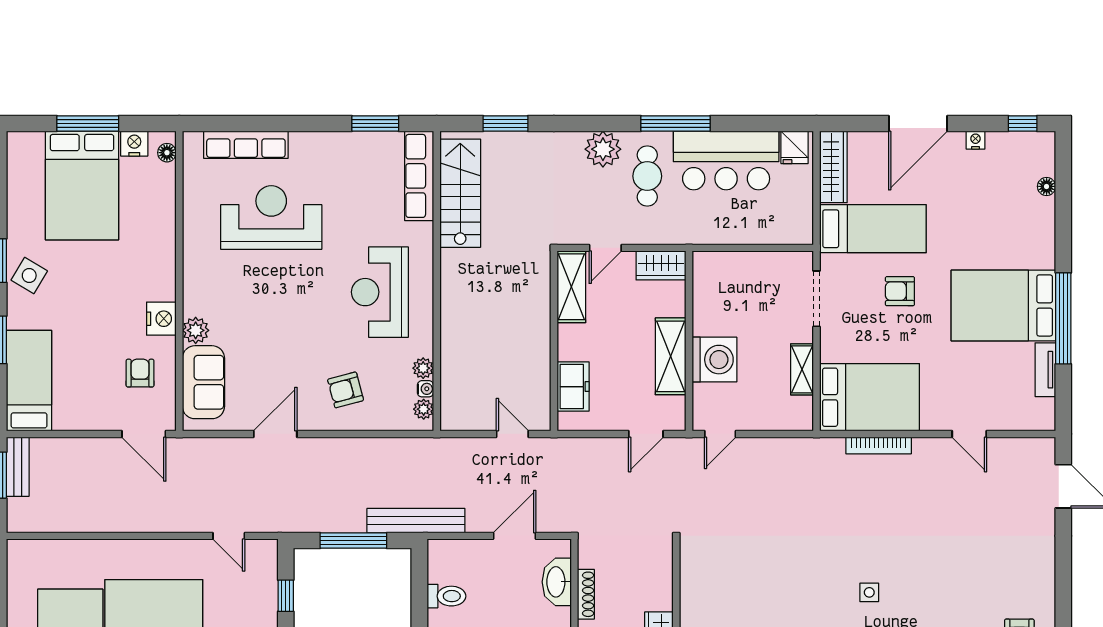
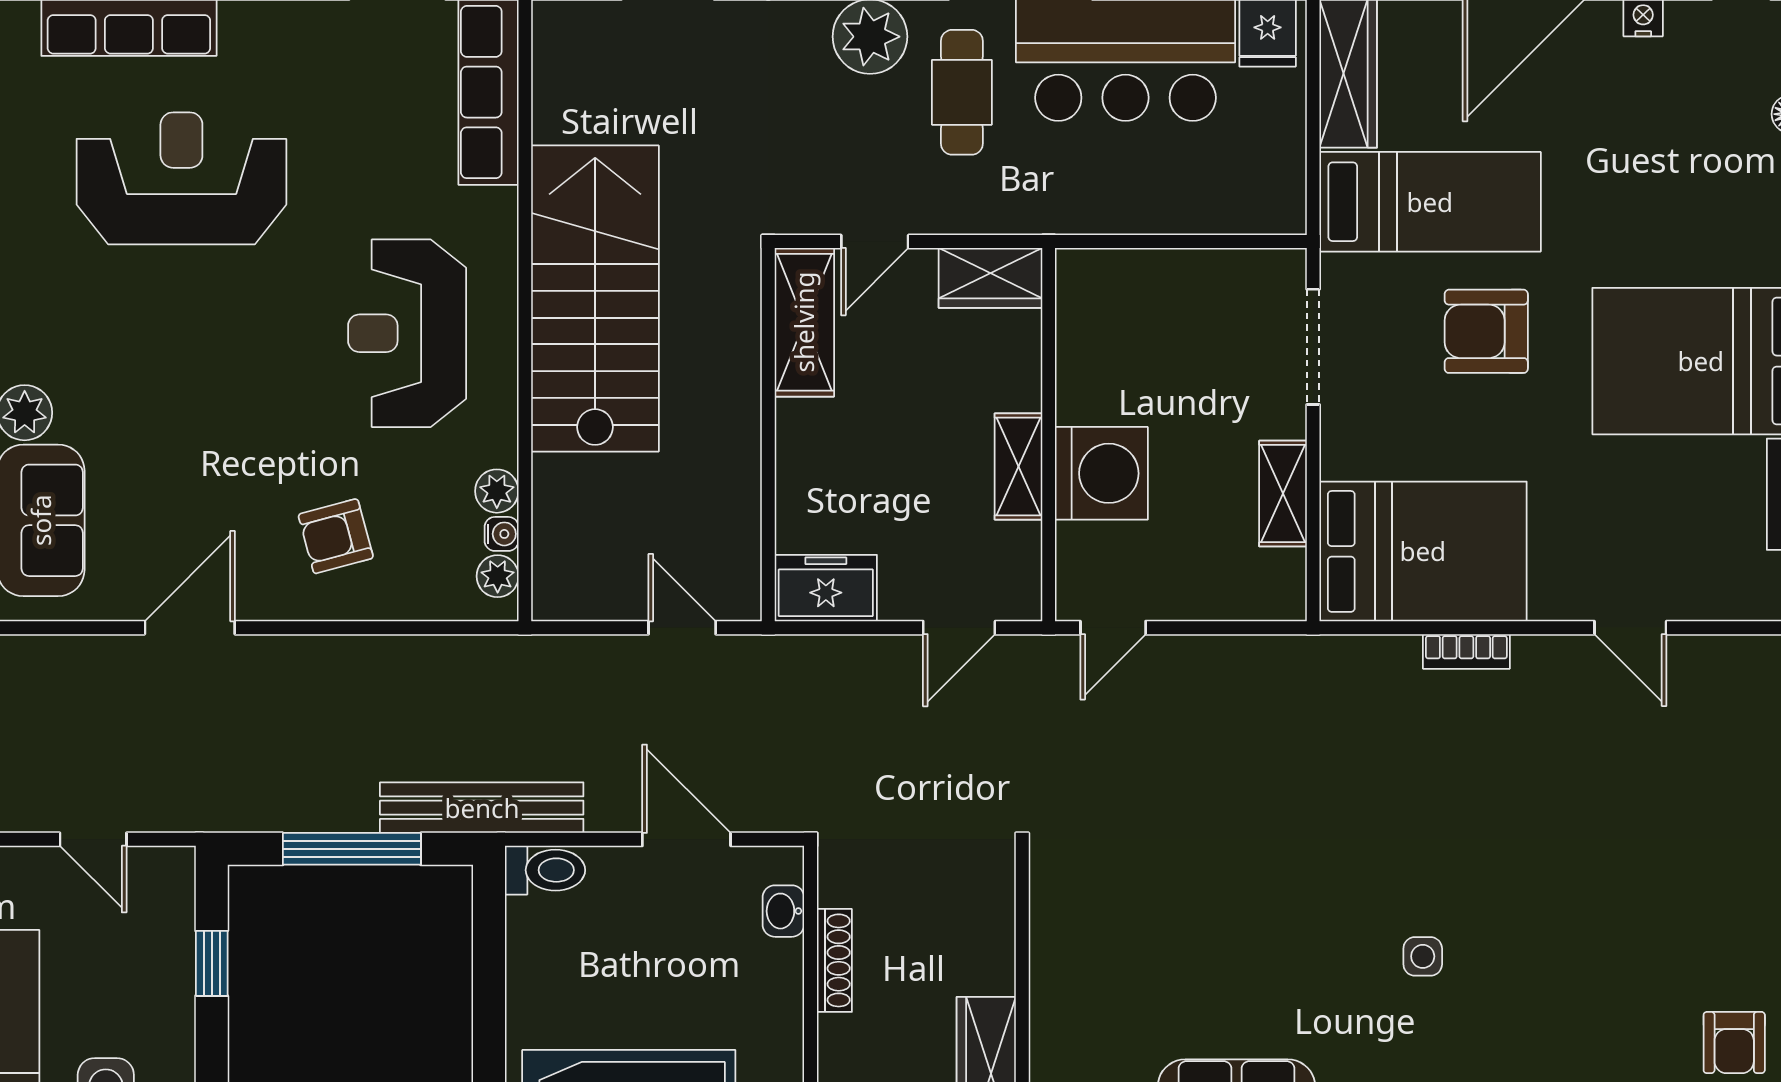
stairs: (460, 193) -> (595, 298), moved, width x1.36, depth x1.51
armchair: (900, 291) -> (1486, 331), width x1.38, depth x1.38
shelving: (671, 356) -> (1018, 466), width x0.67, depth x0.75
freezer: (573, 387) -> (826, 588), moved, turned -90
bookcase: (879, 445) -> (1466, 651), width x0.64
door: (515, 536) -> (686, 839), hinge flipped
washbasin: (557, 582) -> (783, 911), width x0.52, depth x0.69
toilet: (446, 596) -> (545, 870), moved

